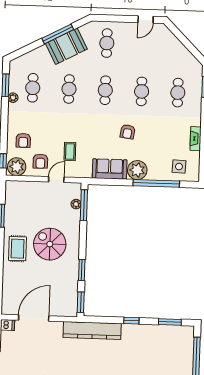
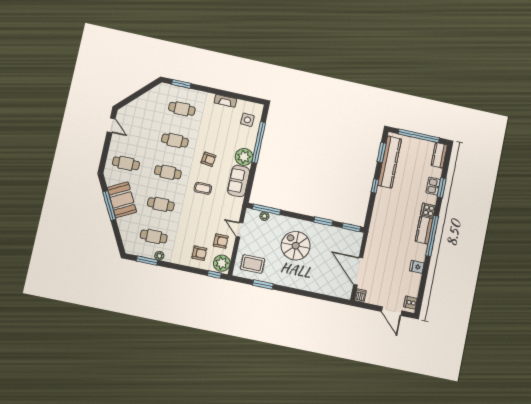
coffee table: (70, 151) -> (203, 188), moved
spiral stairs: (50, 244) -> (296, 246), turned 90
rug: (18, 249) -> (253, 264), moved
kitchen counter: (92, 330) -> (390, 162), moved

